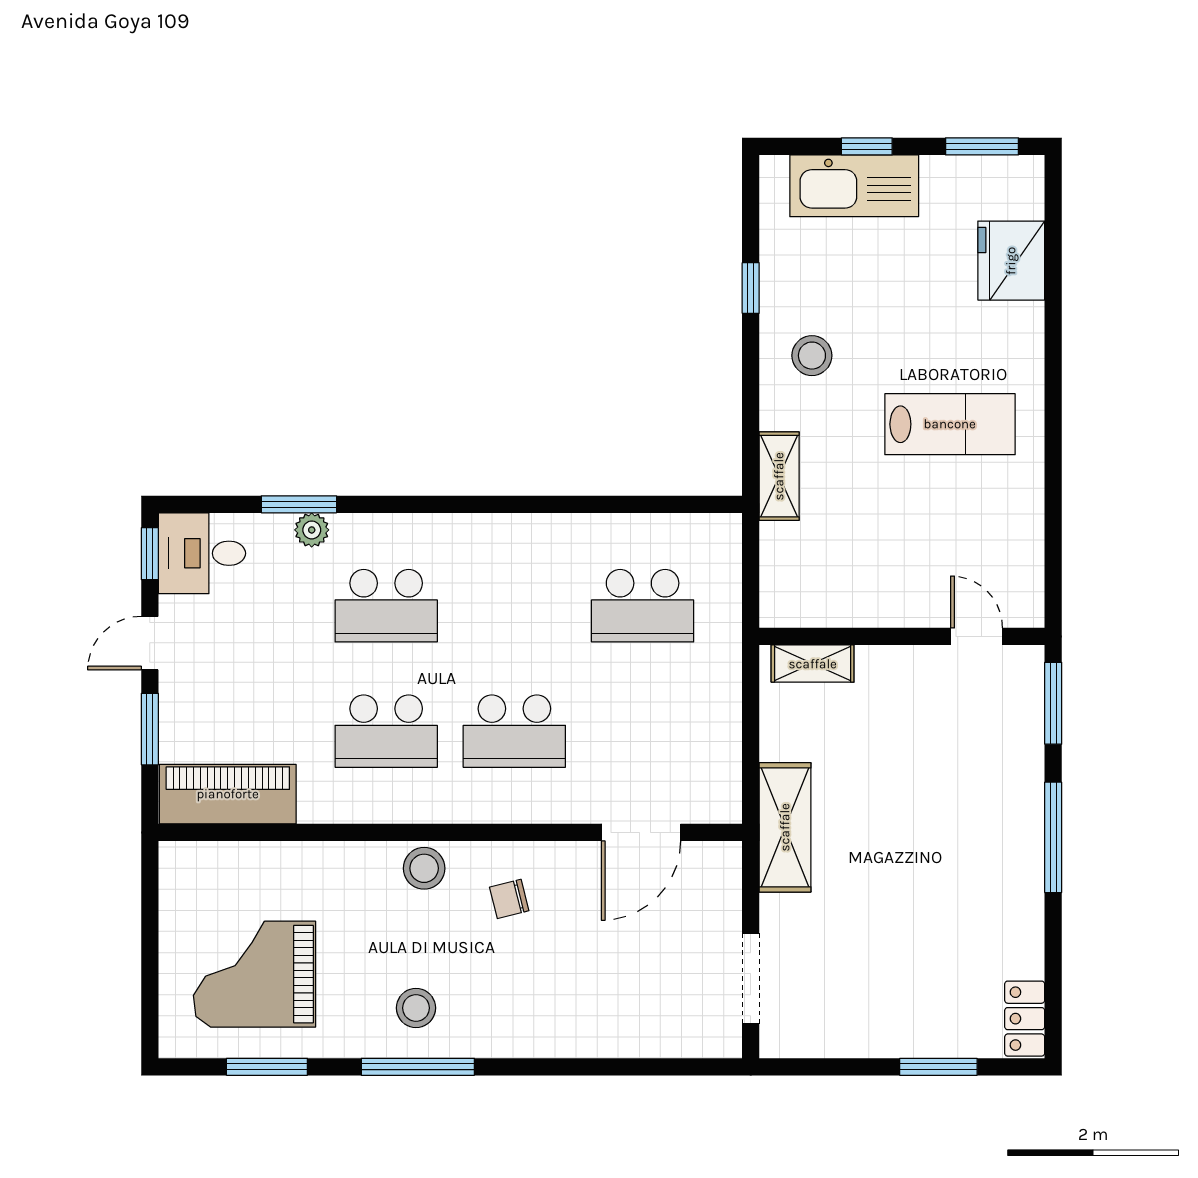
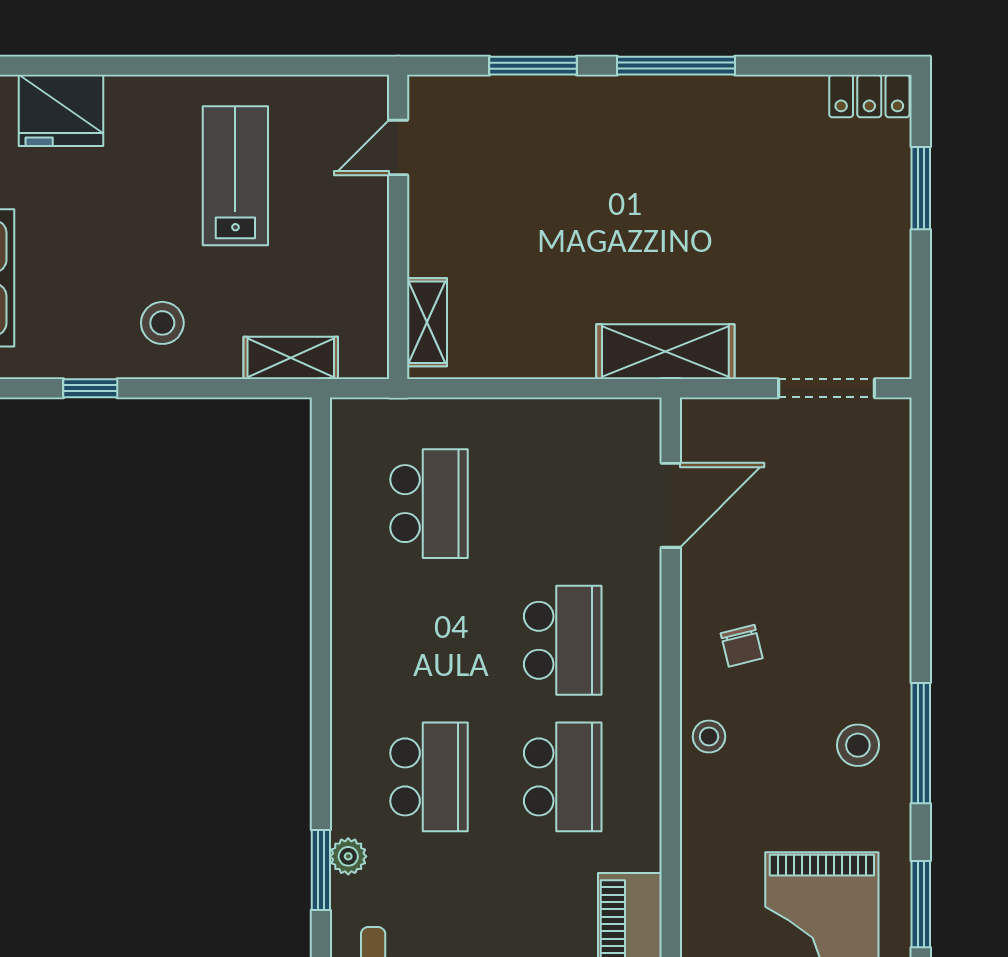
wall: (902, 636) -> (398, 227), moved
door: (976, 636) -> (398, 147), moved
shelving: (813, 664) -> (427, 322), moved
door: (641, 832) -> (671, 505), hinge flipped
stool: (424, 868) -> (709, 737), width x0.73, depth x0.73

